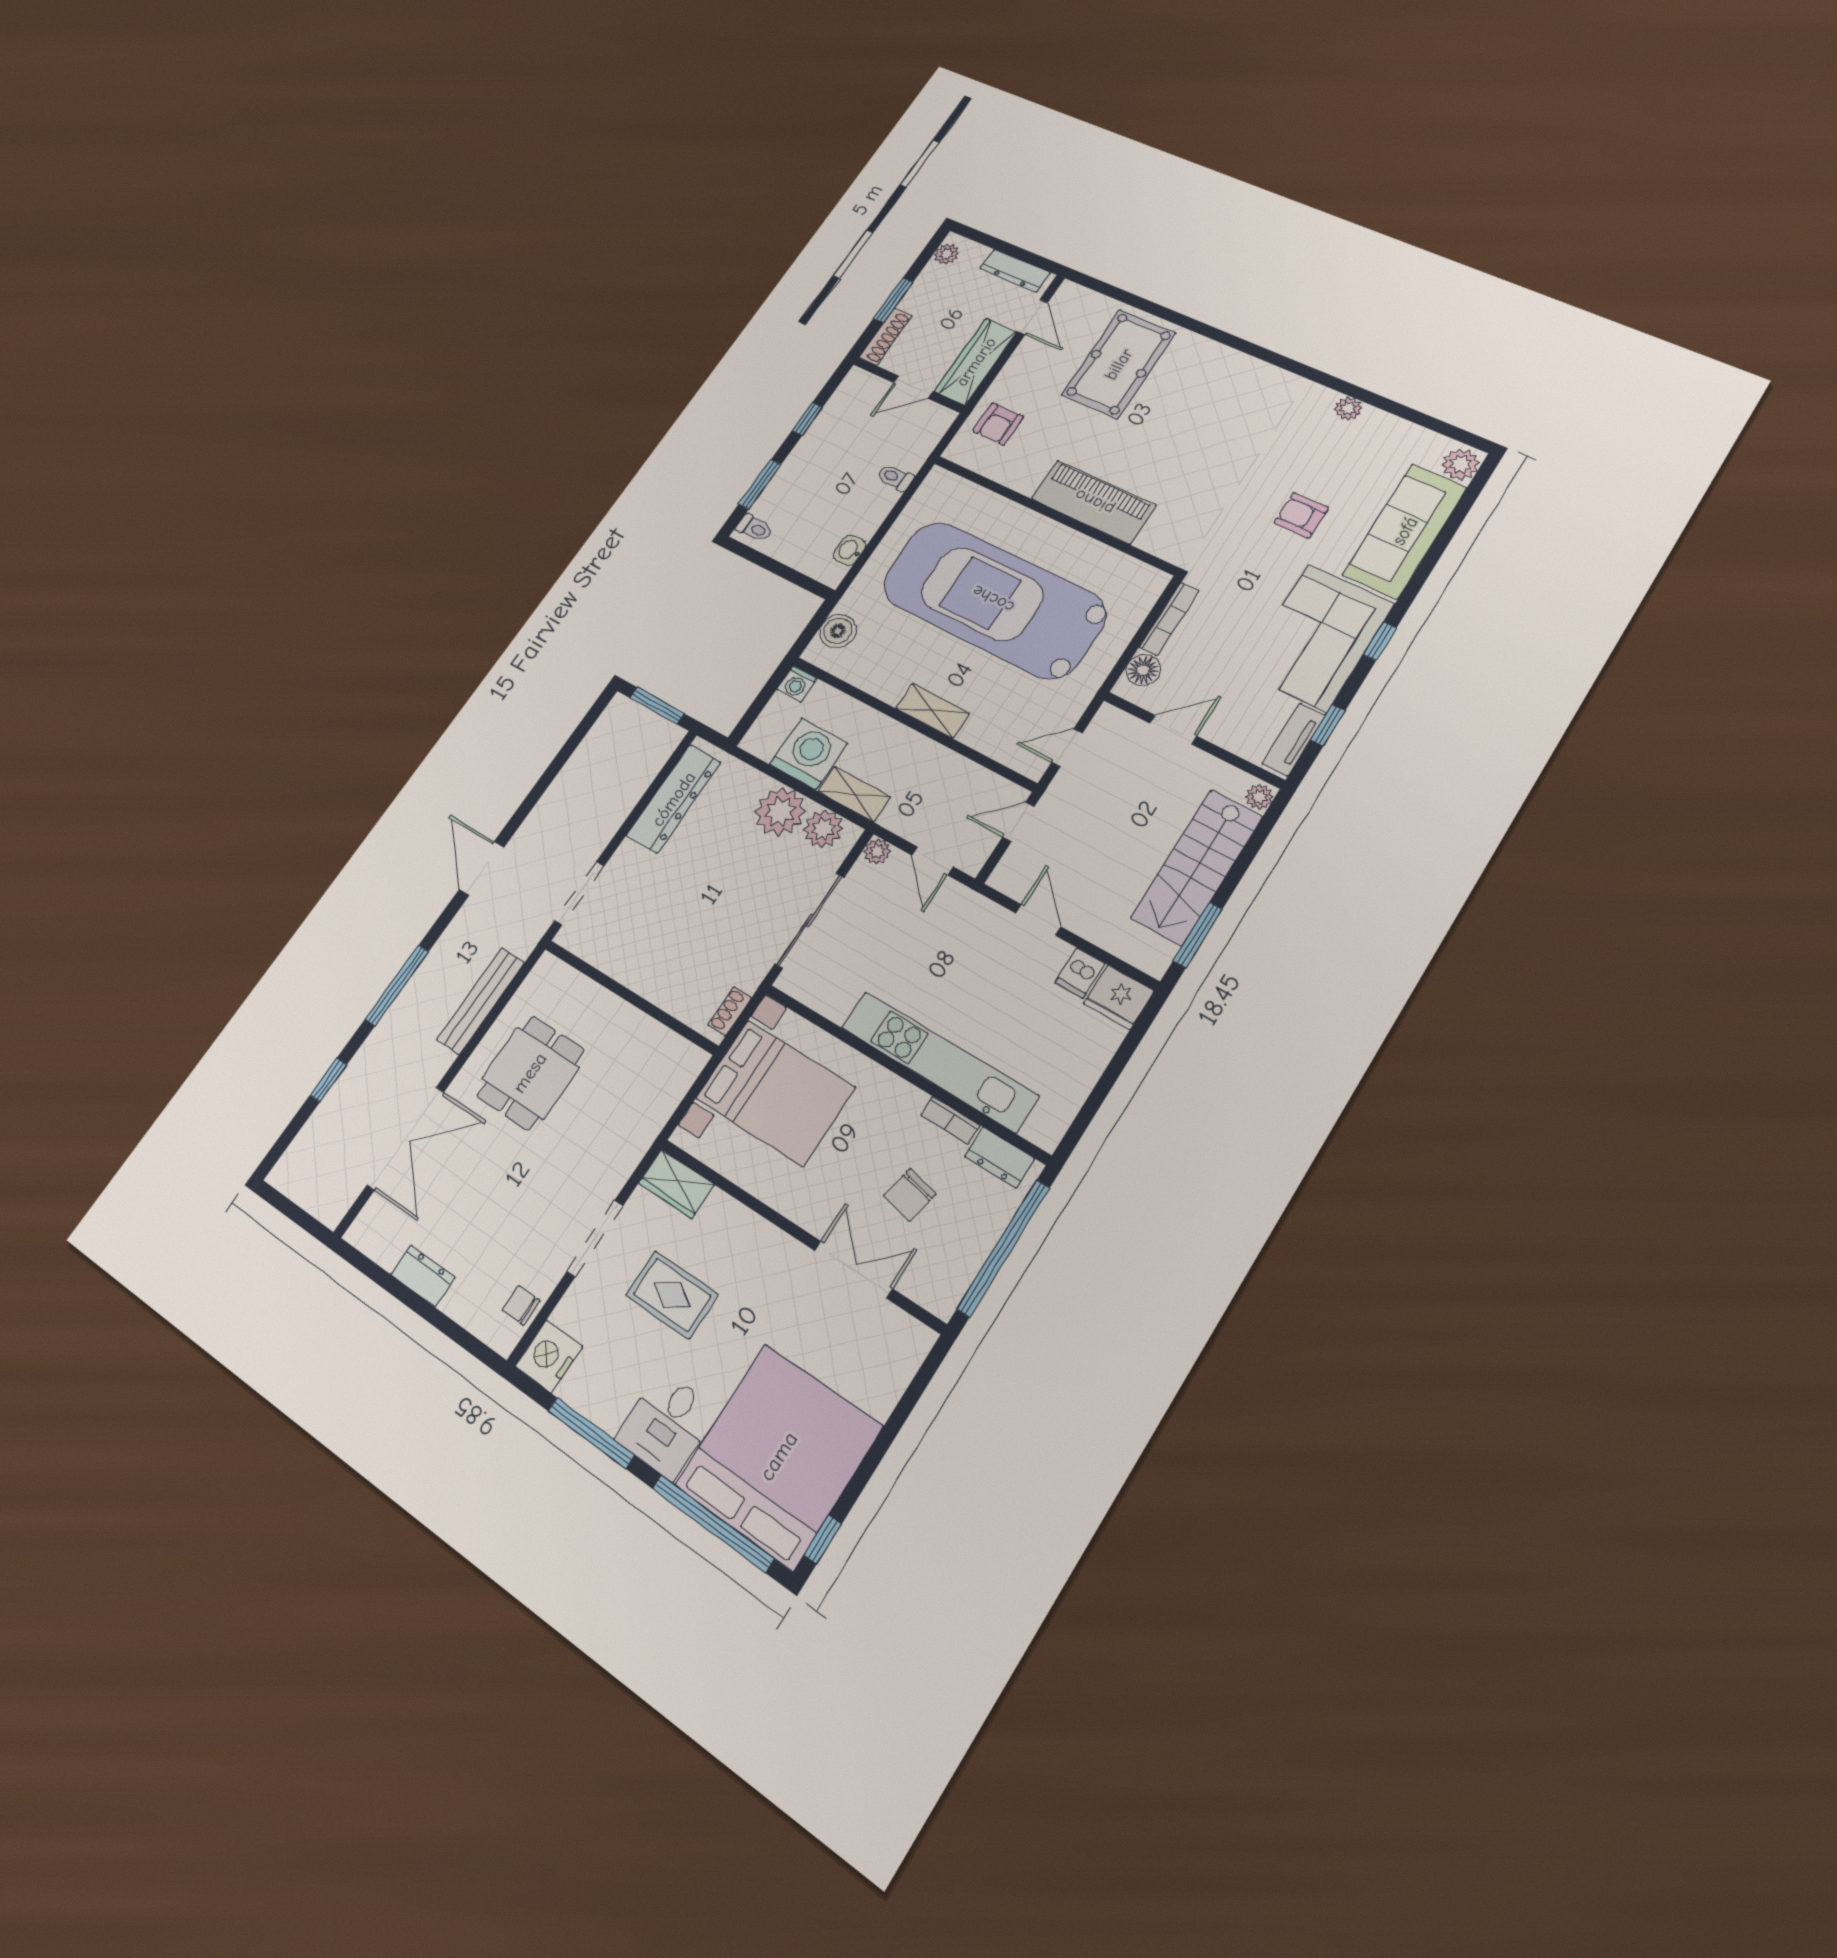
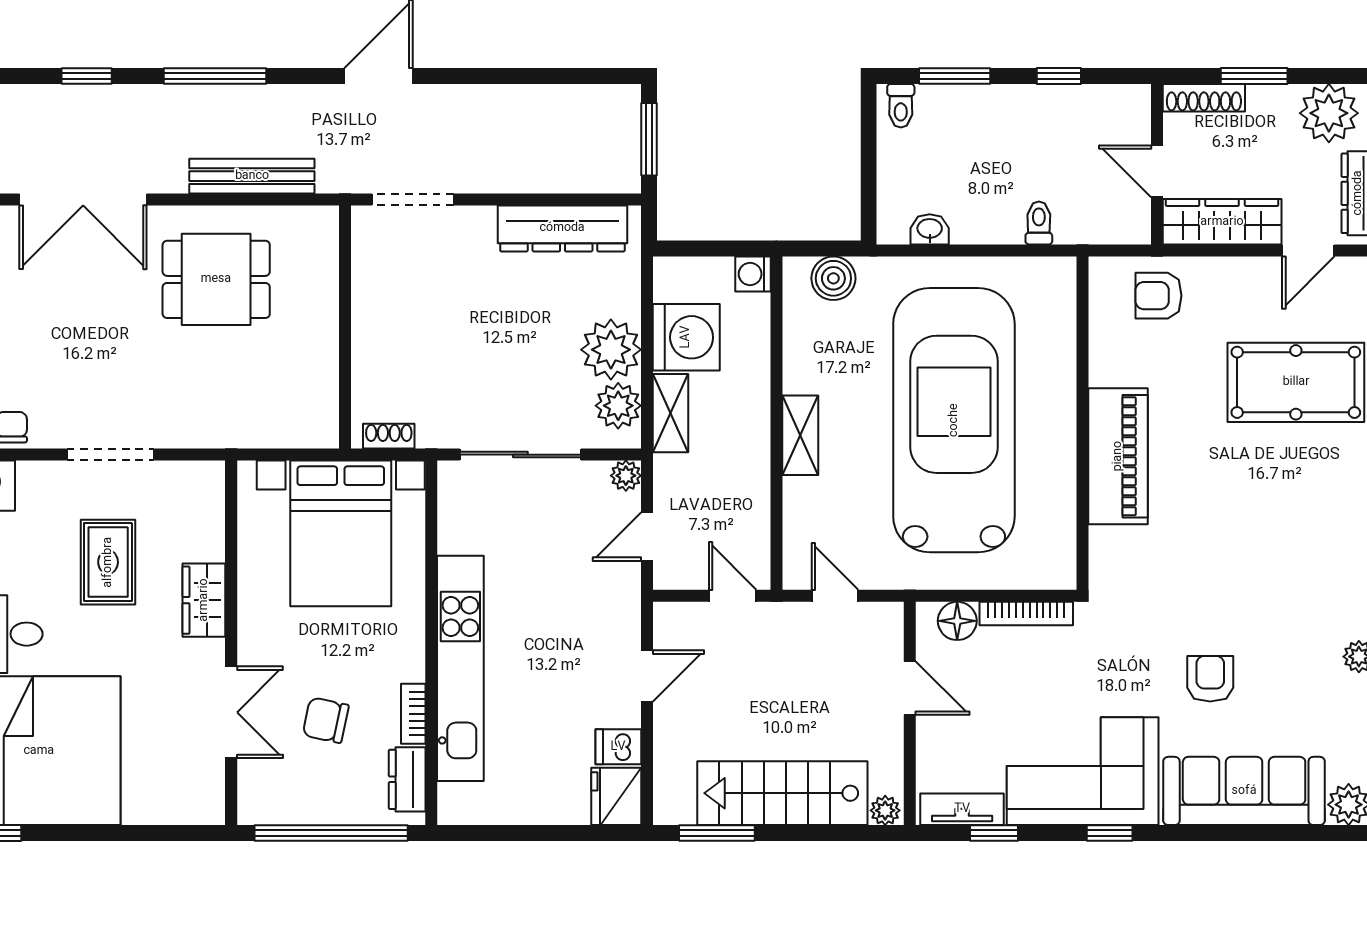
plant: (947, 254) -> (1329, 113), width x1.87, depth x1.87
wardrobe: (676, 1184) -> (204, 600), moved

